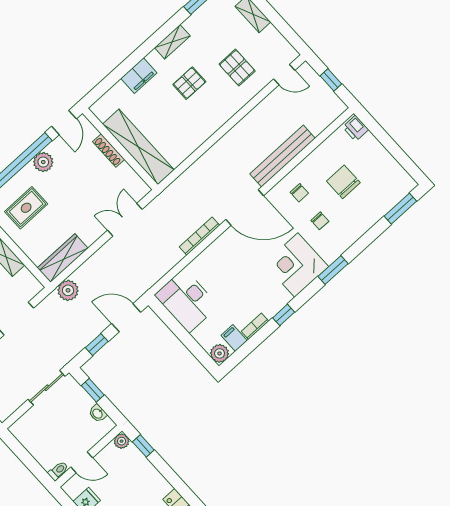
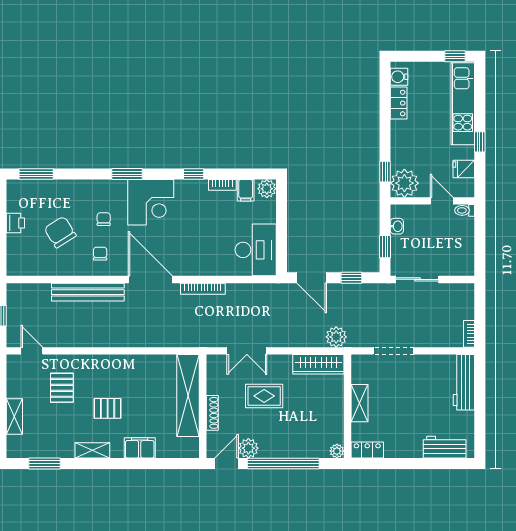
printer: (355, 128) -> (15, 223), moved
plant: (43, 162) -> (248, 448), moved
chair: (343, 182) -> (60, 232), turned 148
rug: (26, 208) -> (264, 396), moved
plant: (122, 441) -> (404, 183), width x1.87, depth x1.87

